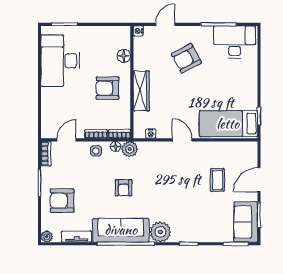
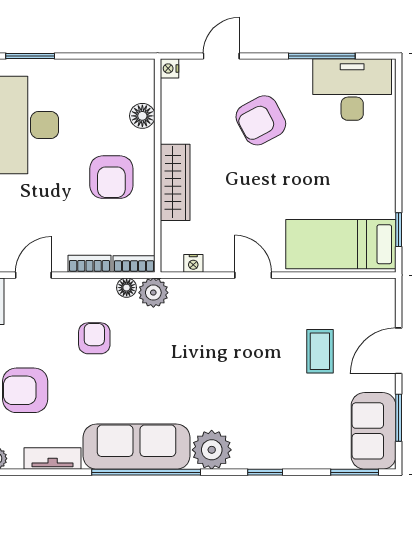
armchair: (107, 88) -> (111, 177), turned -90
side table: (96, 151) -> (89, 296), removed
armchair: (124, 188) -> (94, 338), moved, turned 180

